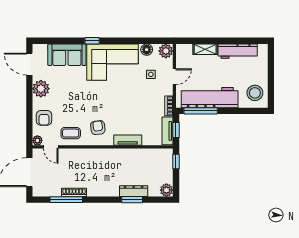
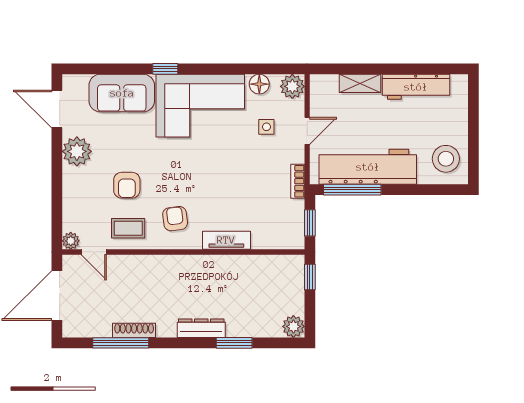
armchair: (44, 118) -> (127, 185), moved
tv unit: (168, 131) -> (295, 224), removed
dresser: (134, 191) -> (201, 328), moved

